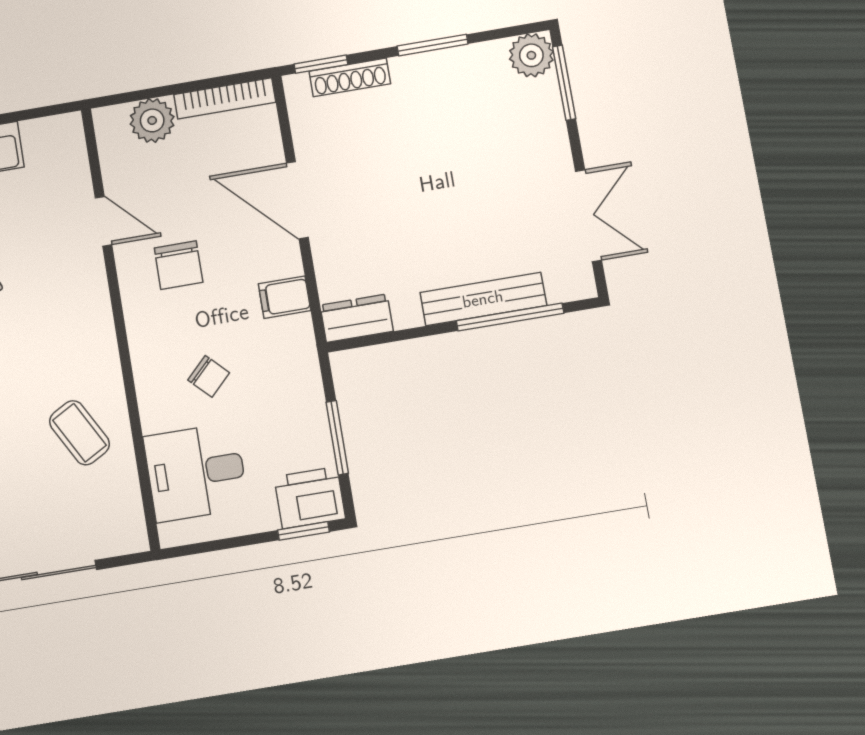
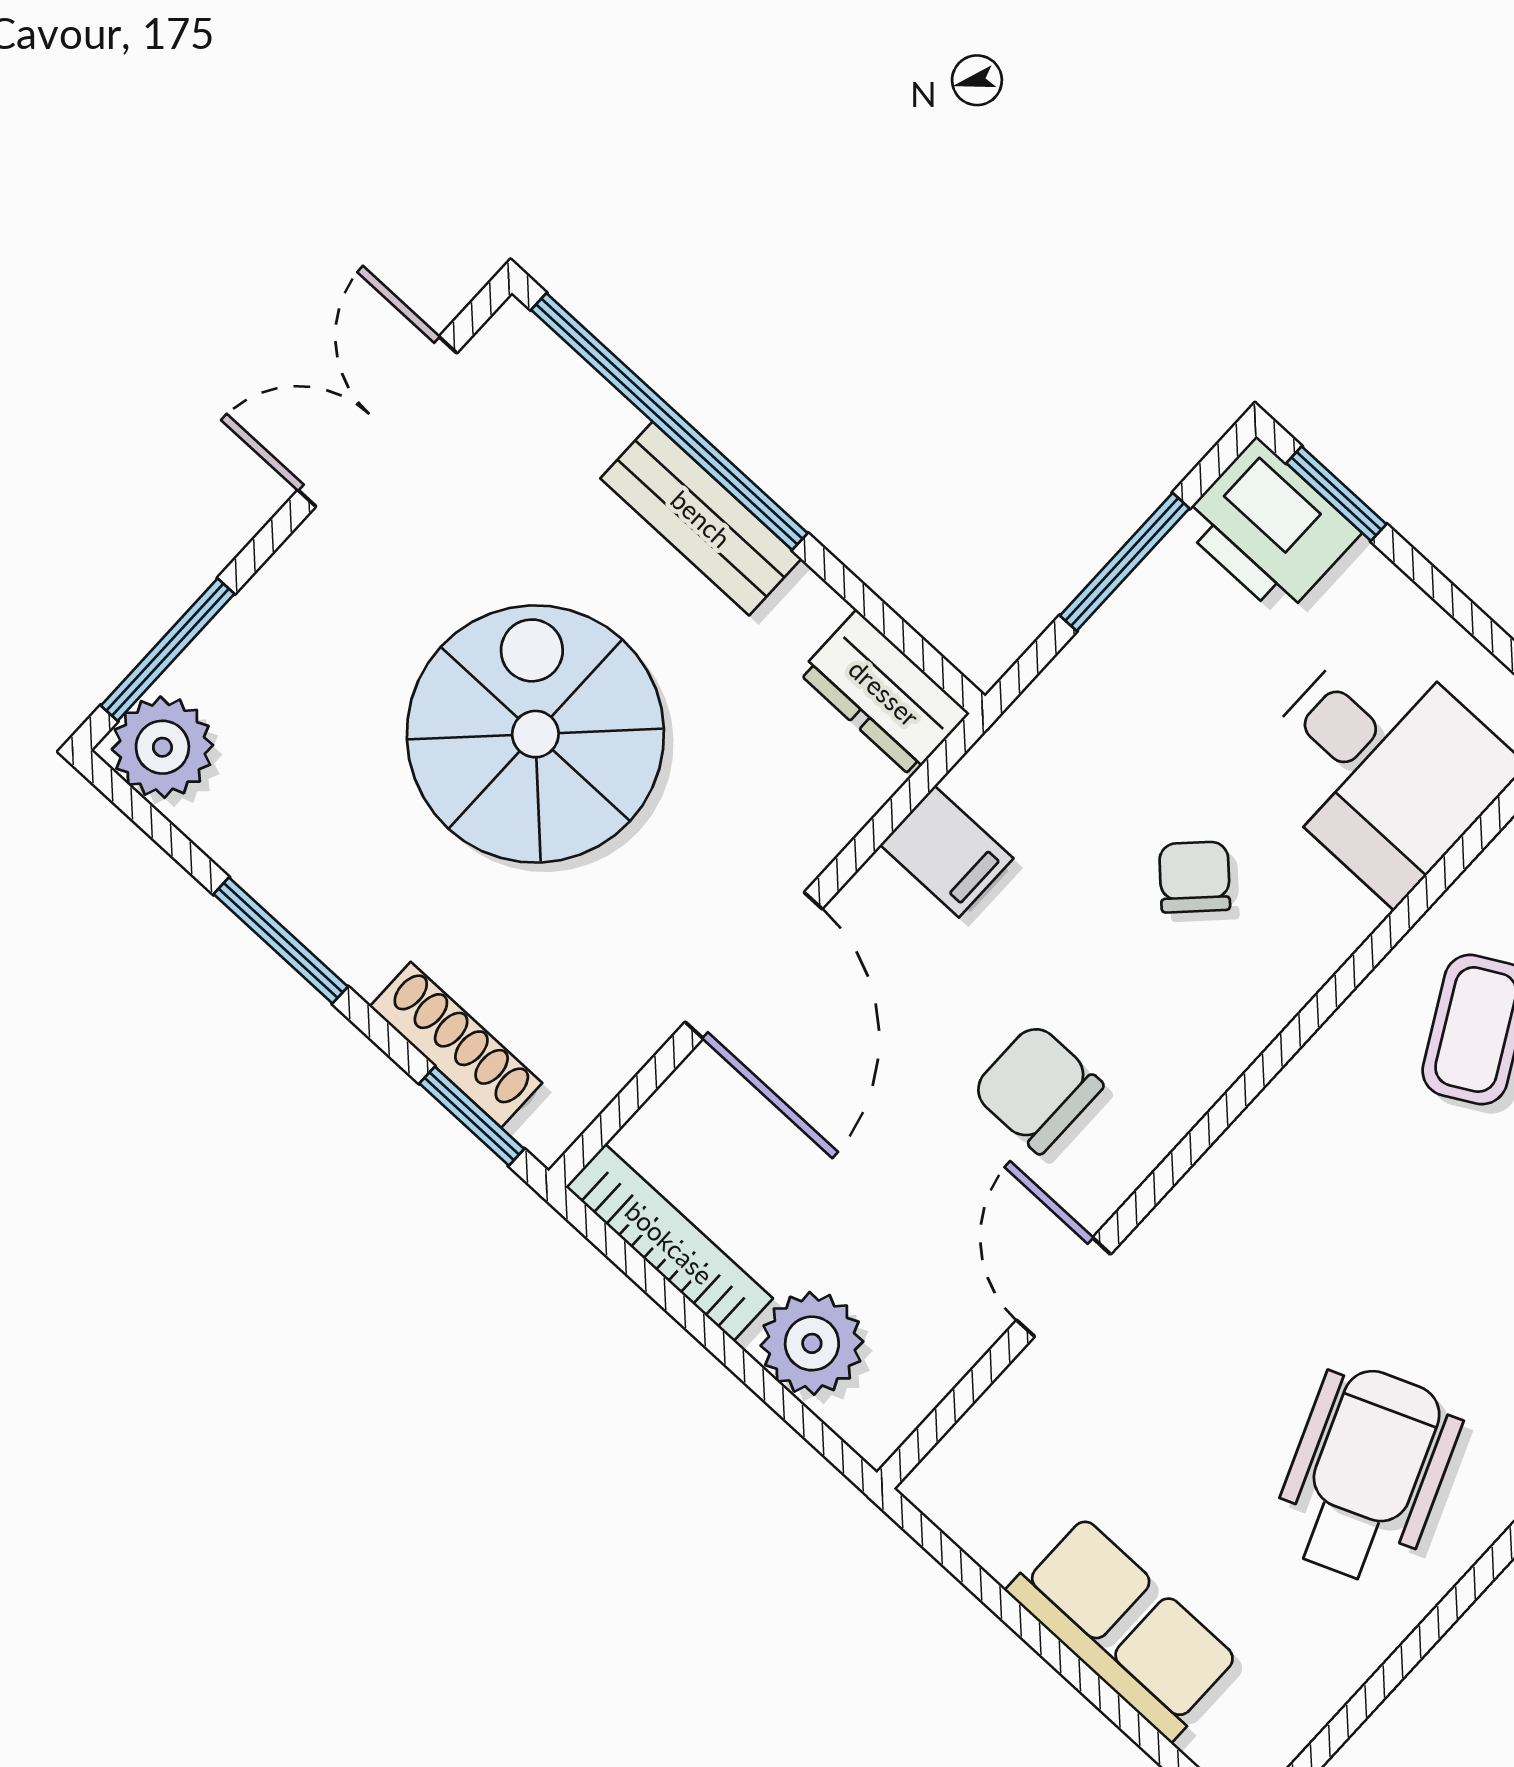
spiral stairs: (436, 187) -> (535, 734), added
chair: (179, 265) -> (1037, 1088), turned -90
bench: (483, 299) -> (701, 519), width x0.73
window: (510, 317) -> (669, 421), width x1.46

